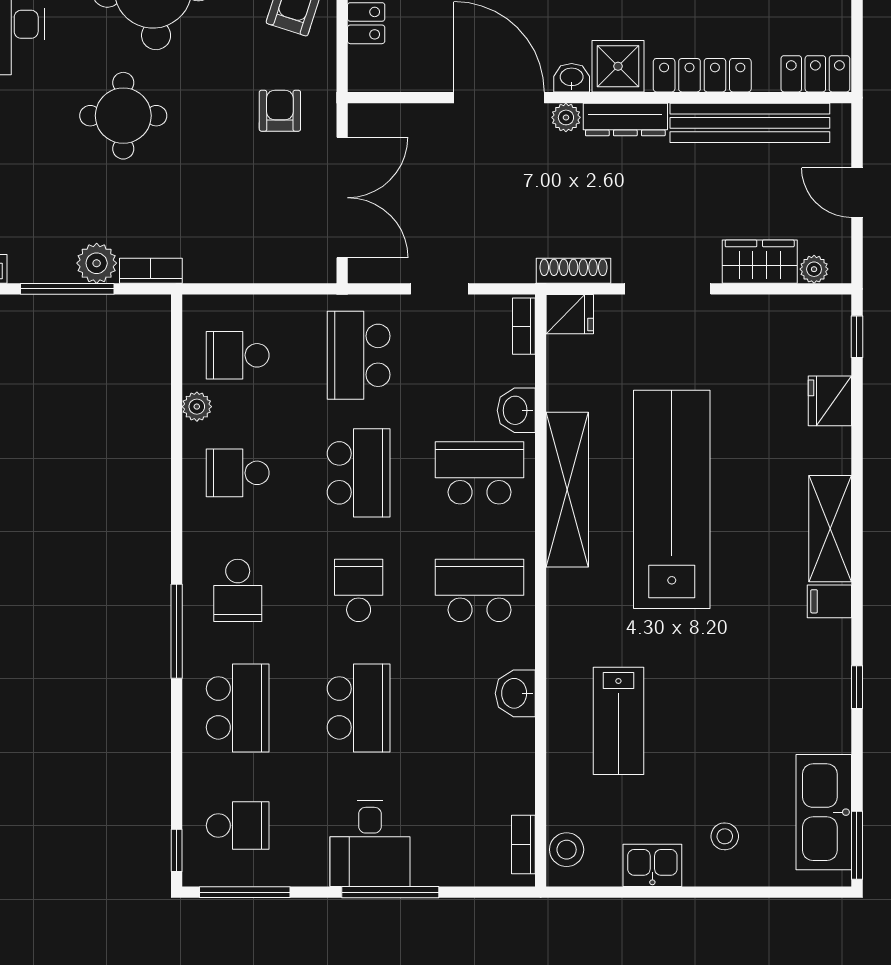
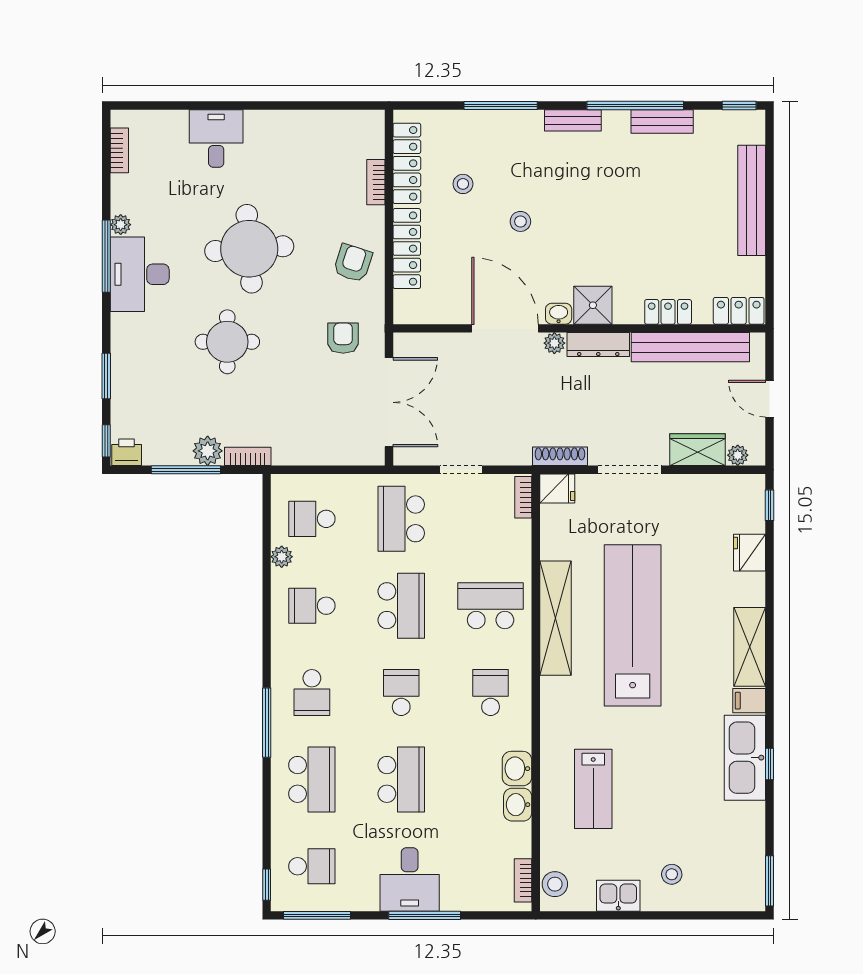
locker: (702, 75) -> (668, 312), width x0.66
washbasin: (516, 410) -> (518, 805), moved
school desk: (480, 590) -> (491, 693), width x0.54
kitchen sink: (824, 812) -> (745, 758), moved

